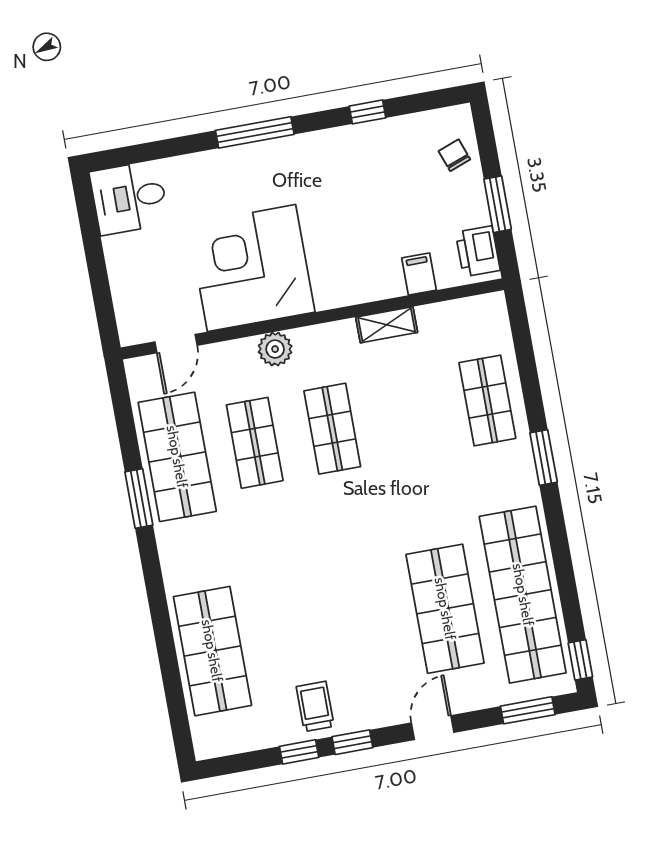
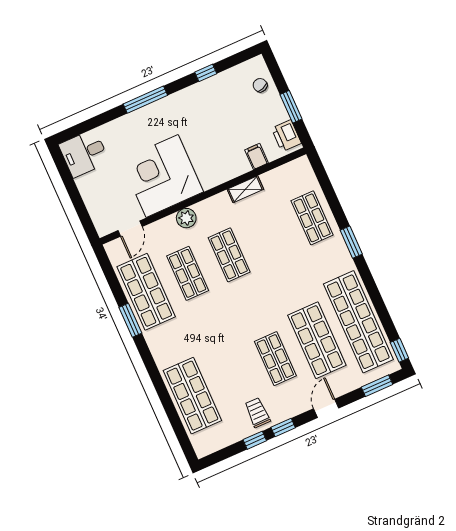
shop shelf: (368, 623) -> (275, 359), added

